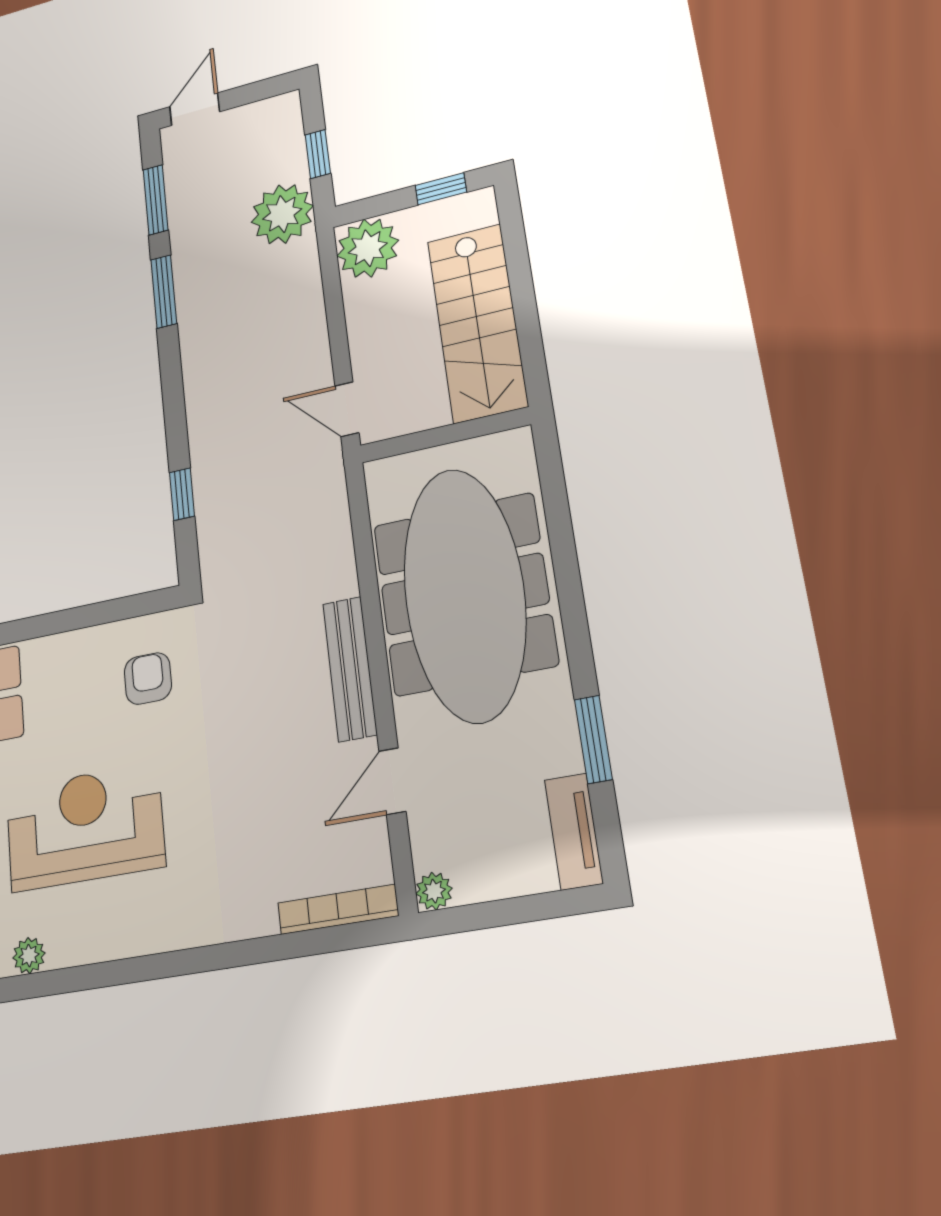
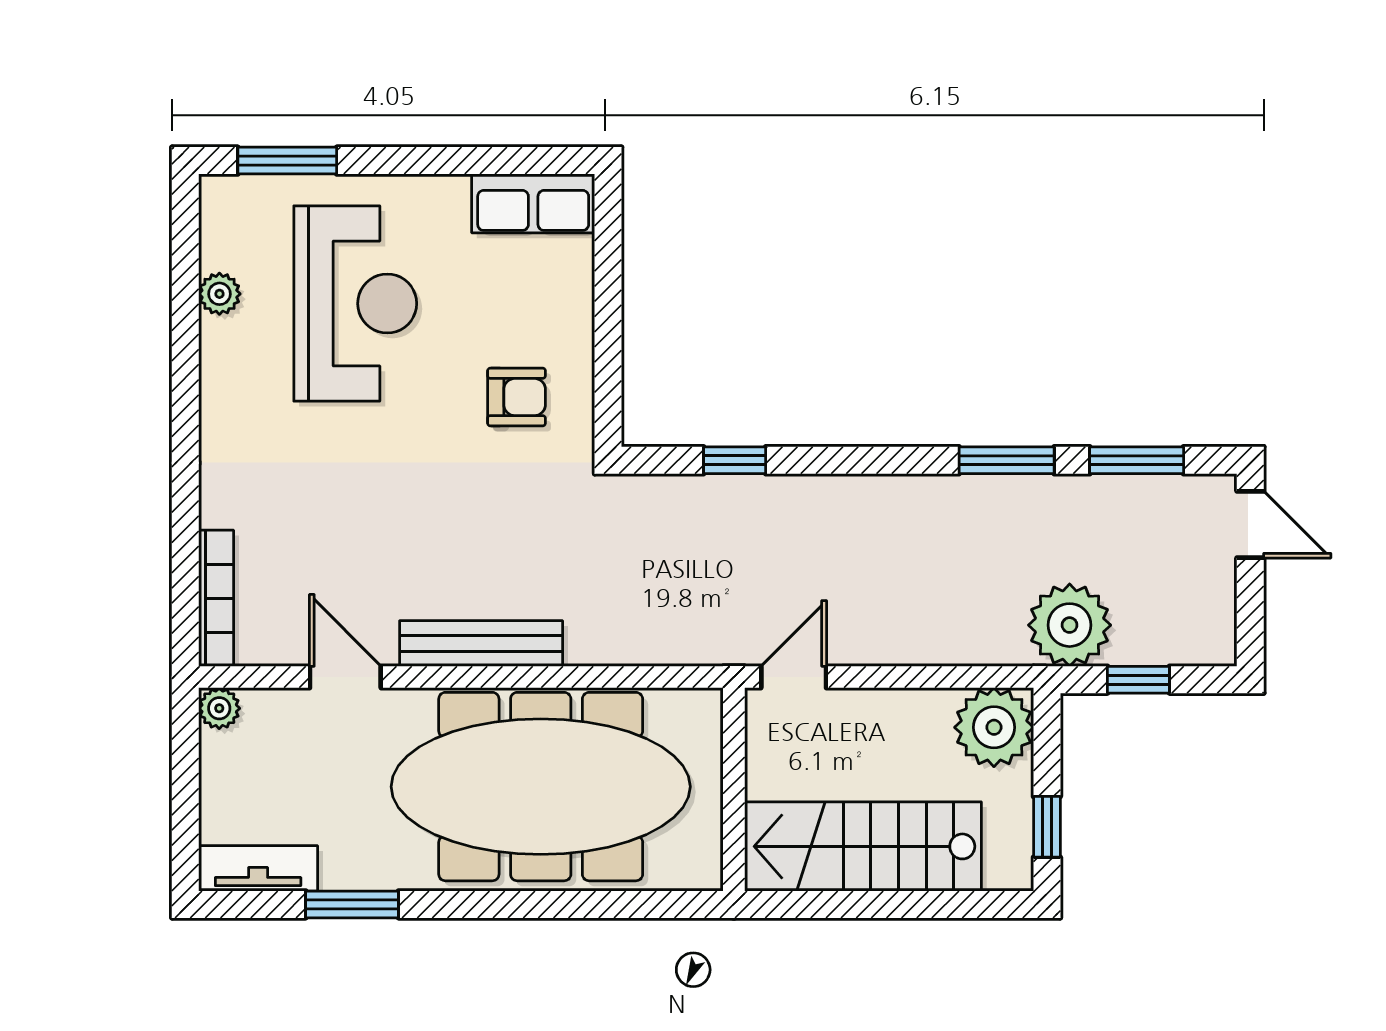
plant: (29, 956) -> (219, 294), moved

